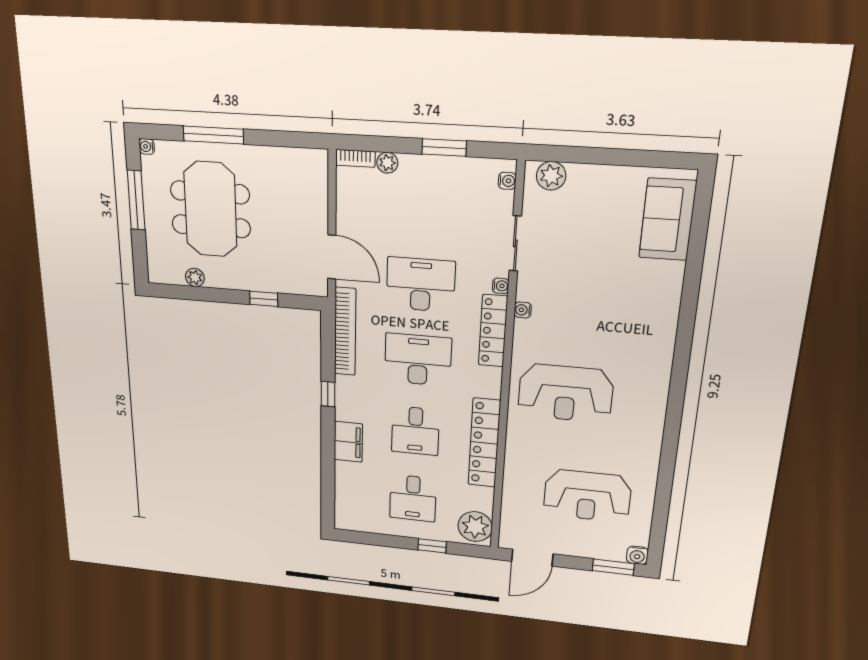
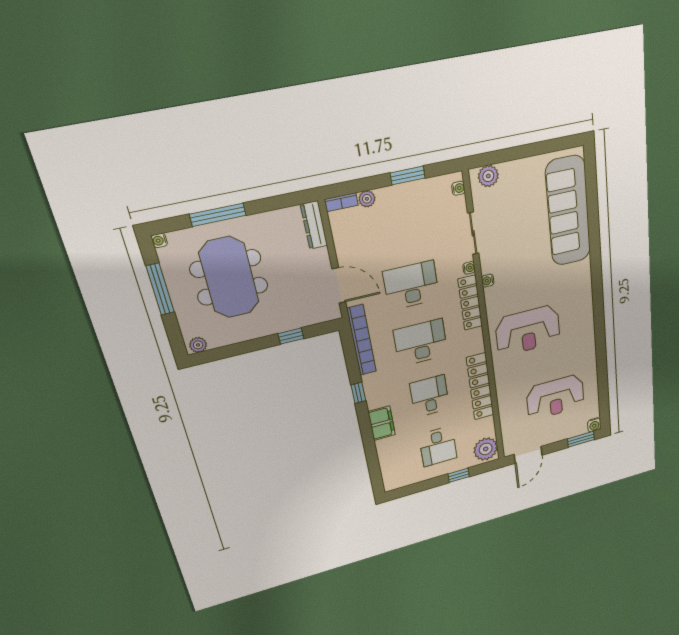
dresser: (318, 177) -> (314, 225), added
sofa: (668, 219) -> (568, 211), width x1.85, depth x1.27
plant: (195, 277) -> (198, 345), moved
desk: (415, 431) -> (430, 396), turned 180

